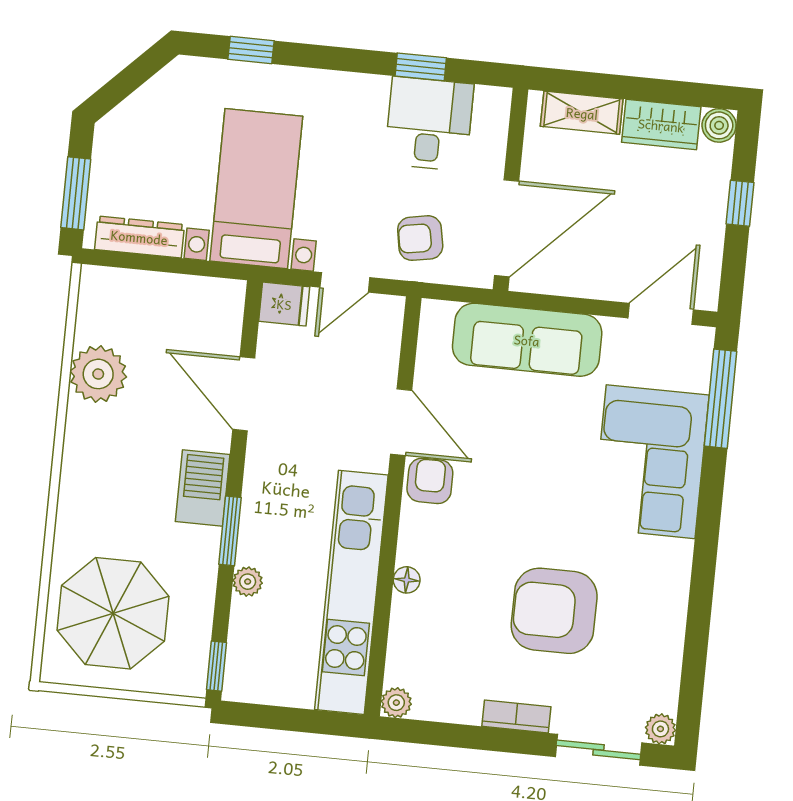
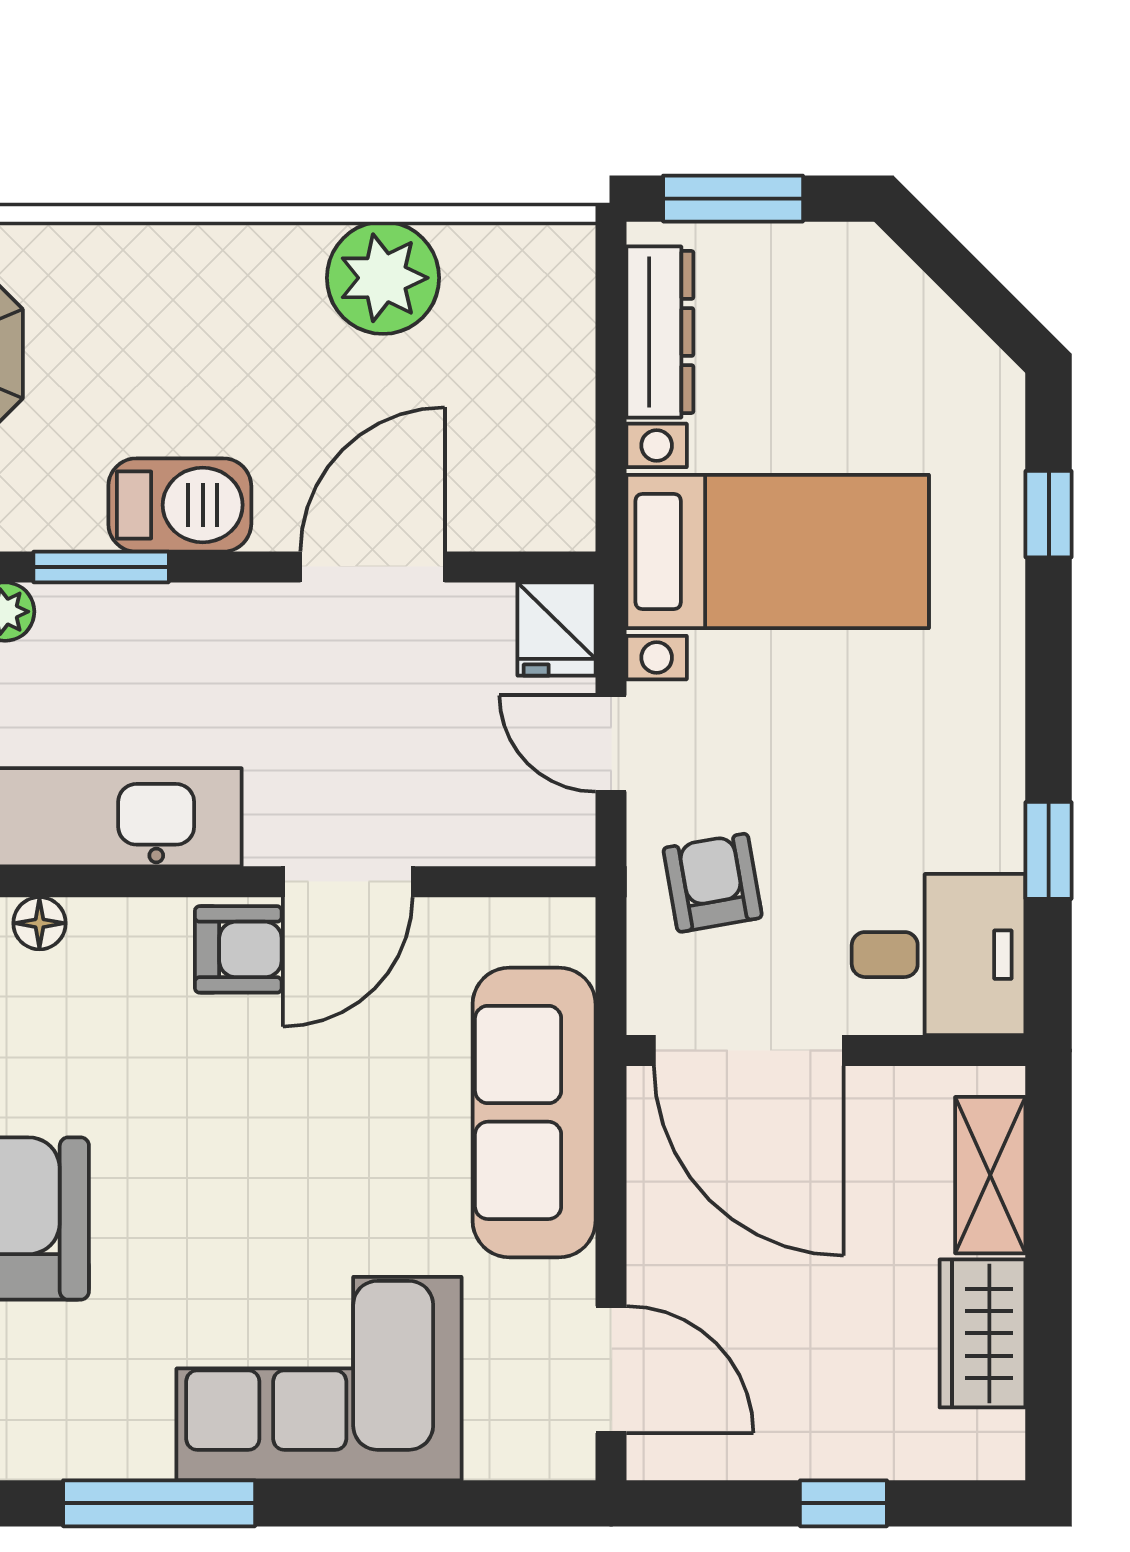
desk: (429, 124) -> (939, 955), moved
boiler: (719, 125) -> (992, 1447), removed
window: (721, 399) -> (159, 1503), moved

